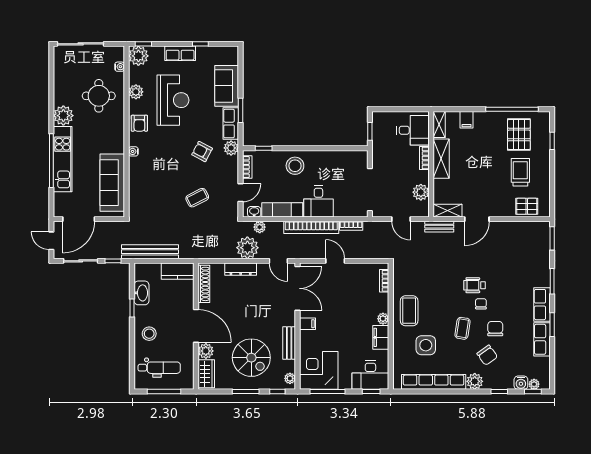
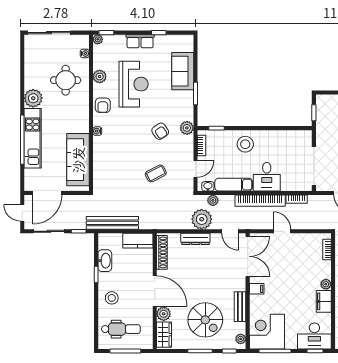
plant: (138, 56) -> (98, 39), width x0.53, depth x0.53
row of seats: (231, 124) -> (187, 106), removed
armchair: (202, 152) -> (160, 131), turned -152

